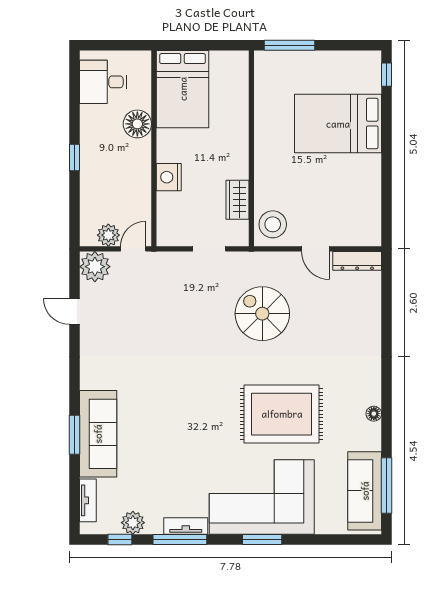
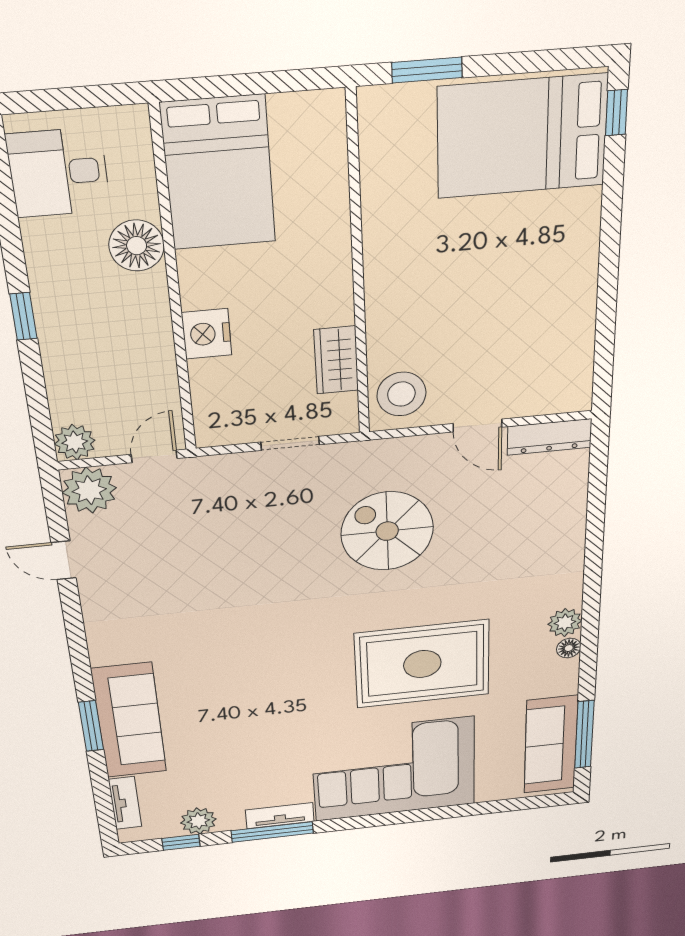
window: (289, 45) -> (427, 70), width x0.69
bed: (338, 124) -> (522, 136), moved
plant: (108, 235) -> (75, 442), moved
plant: (371, 394) -> (565, 623), added
window: (262, 540) -> (396, 818), removed

